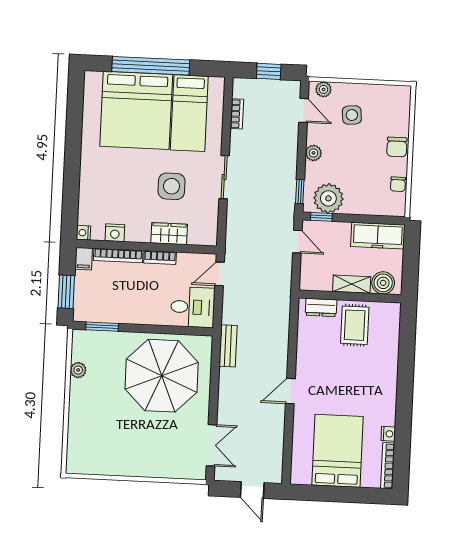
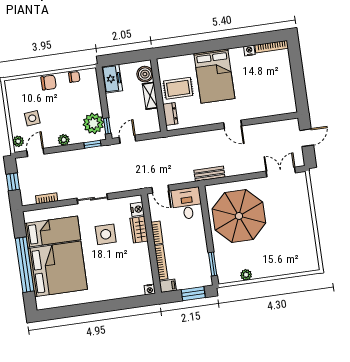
nightstand: (115, 233) -> (137, 209), moved
freezer: (378, 236) -> (112, 79), width x0.71
bed: (338, 451) -> (214, 76), moved, turned -90

